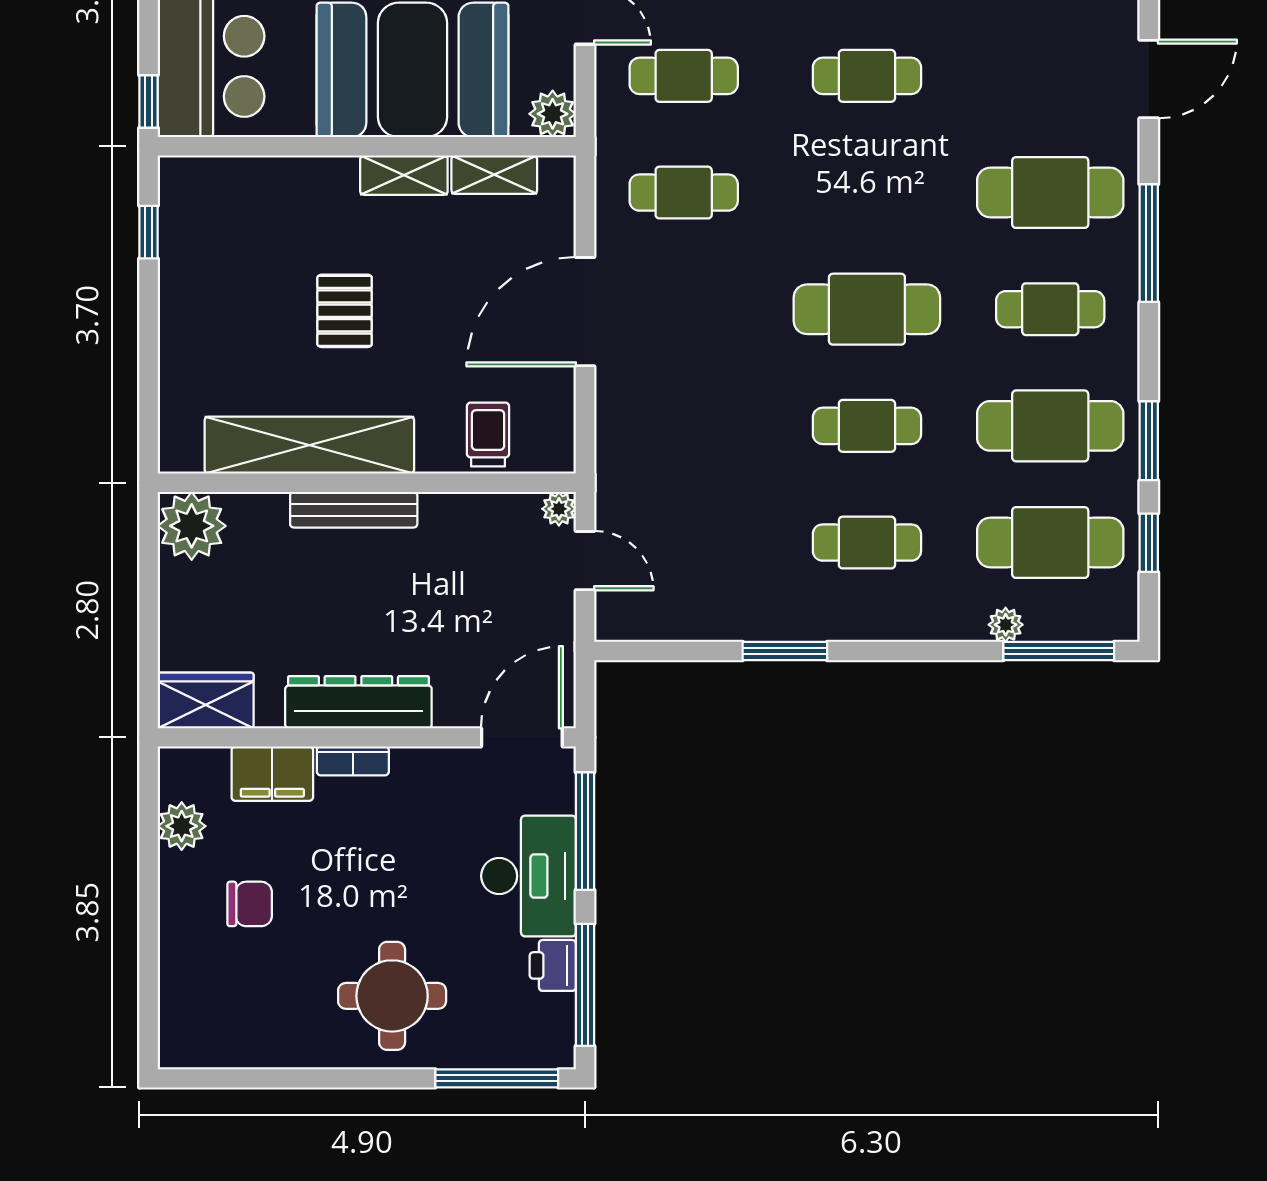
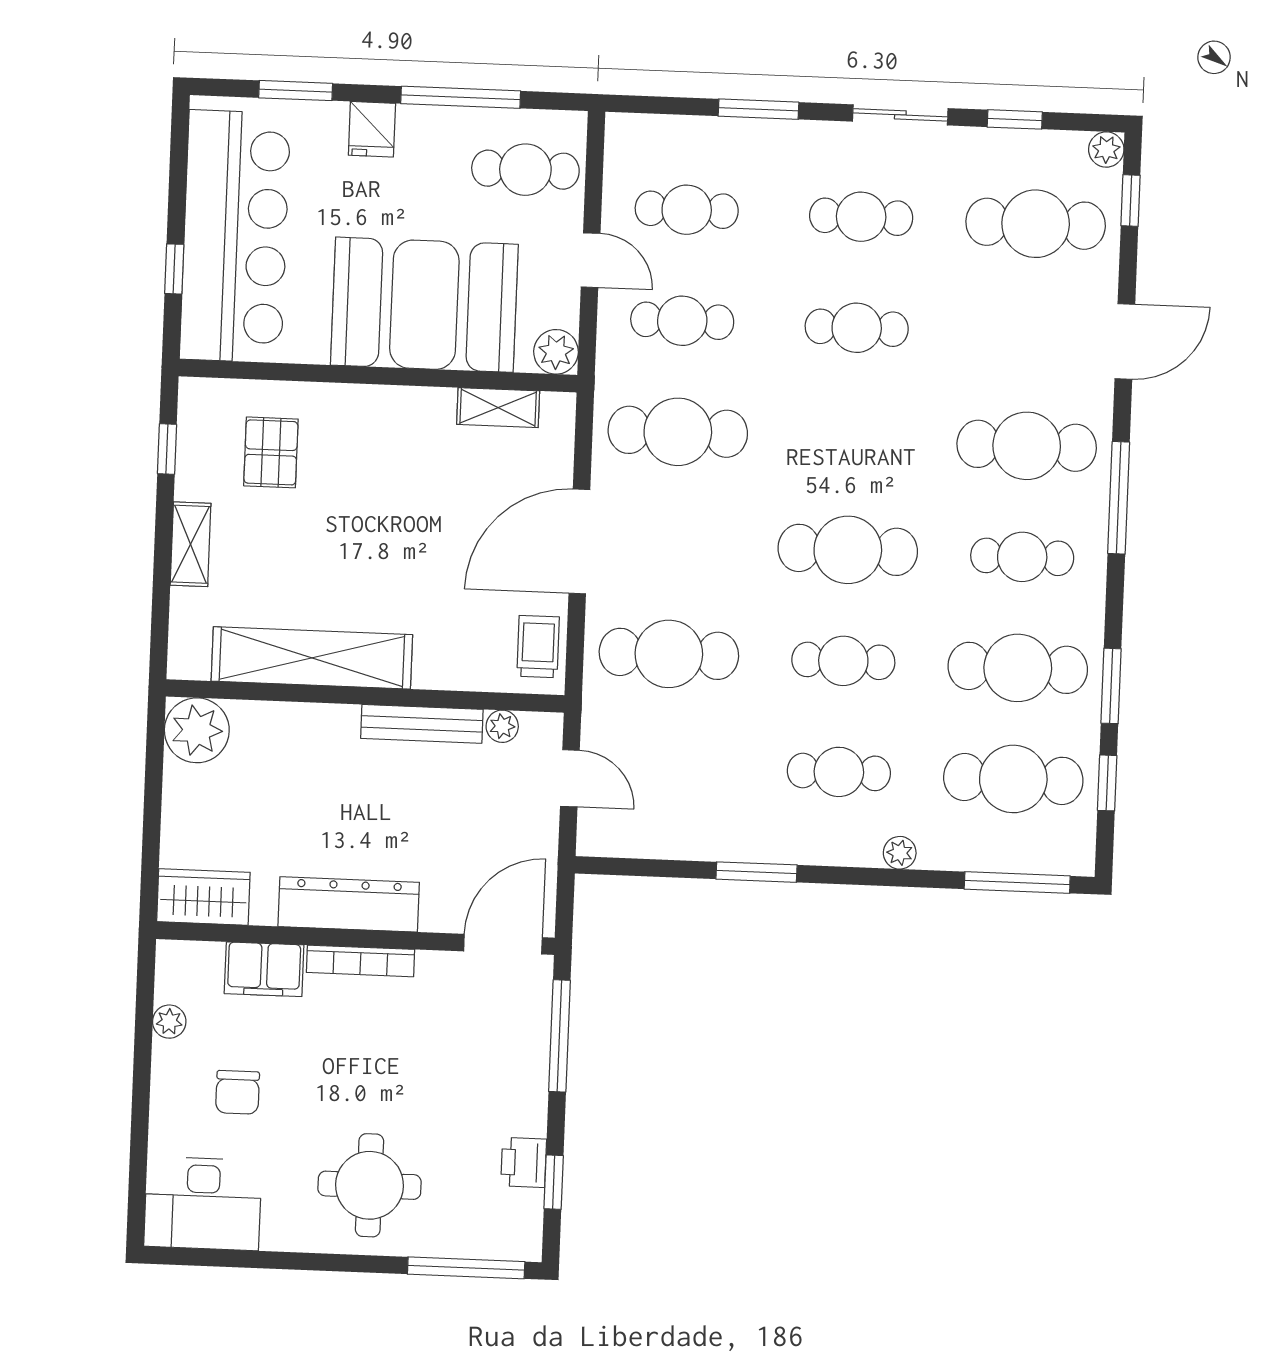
window: (149, 101) -> (174, 269), moved
shelving: (404, 175) -> (191, 544), moved, turned 90
cafe table: (684, 193) -> (678, 432), width x1.37, depth x1.35
pallet: (345, 311) -> (271, 452), moved
cafe table: (684, 426) -> (669, 654), added
trolley: (488, 434) -> (538, 647), moved
plant: (559, 509) -> (502, 726), moved
bench: (354, 510) -> (422, 724), moved
plant: (1006, 625) -> (900, 853), moved
bookcase: (353, 761) -> (360, 961), width x1.56
plant: (182, 826) -> (169, 1022), width x0.73, depth x0.73
desk: (529, 876) -> (203, 1203), moved, turned 90
chair: (250, 904) -> (238, 1092), turned 90
window: (585, 985) -> (554, 1182), width x0.46

